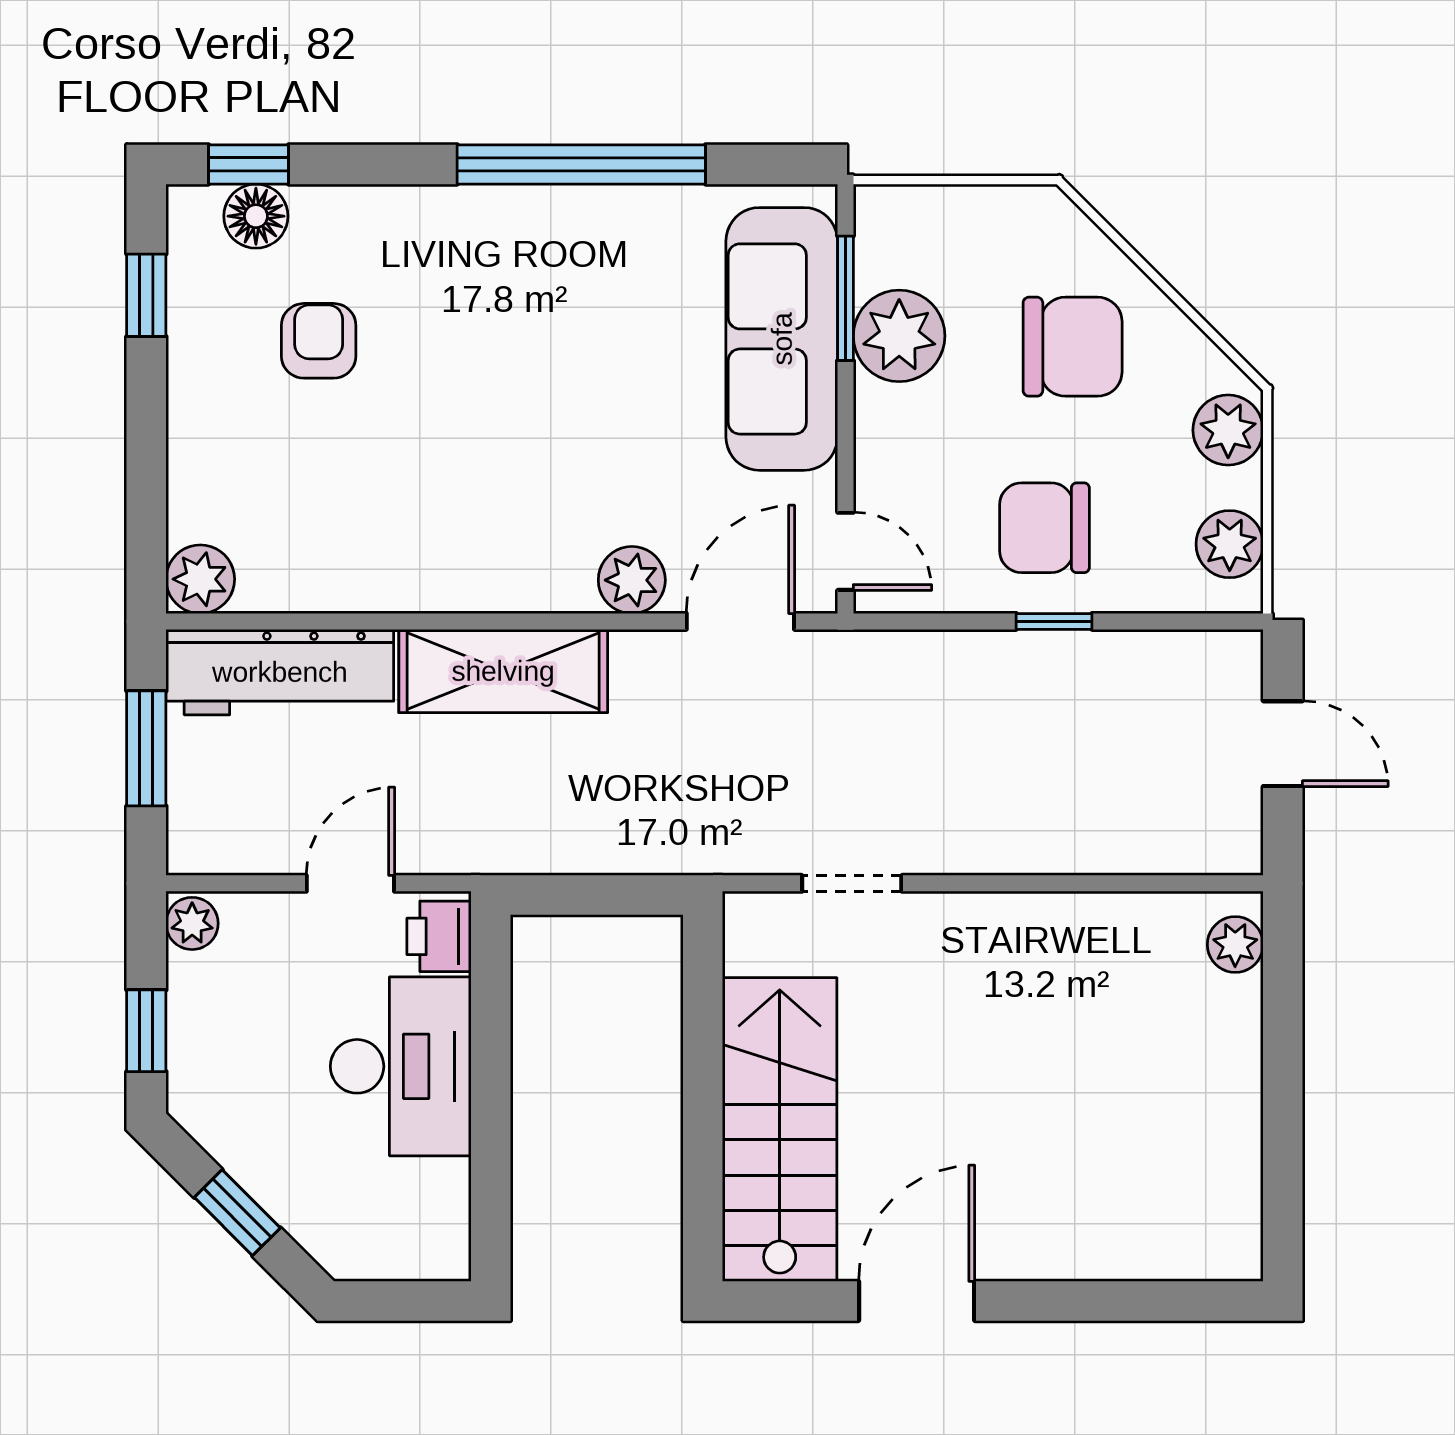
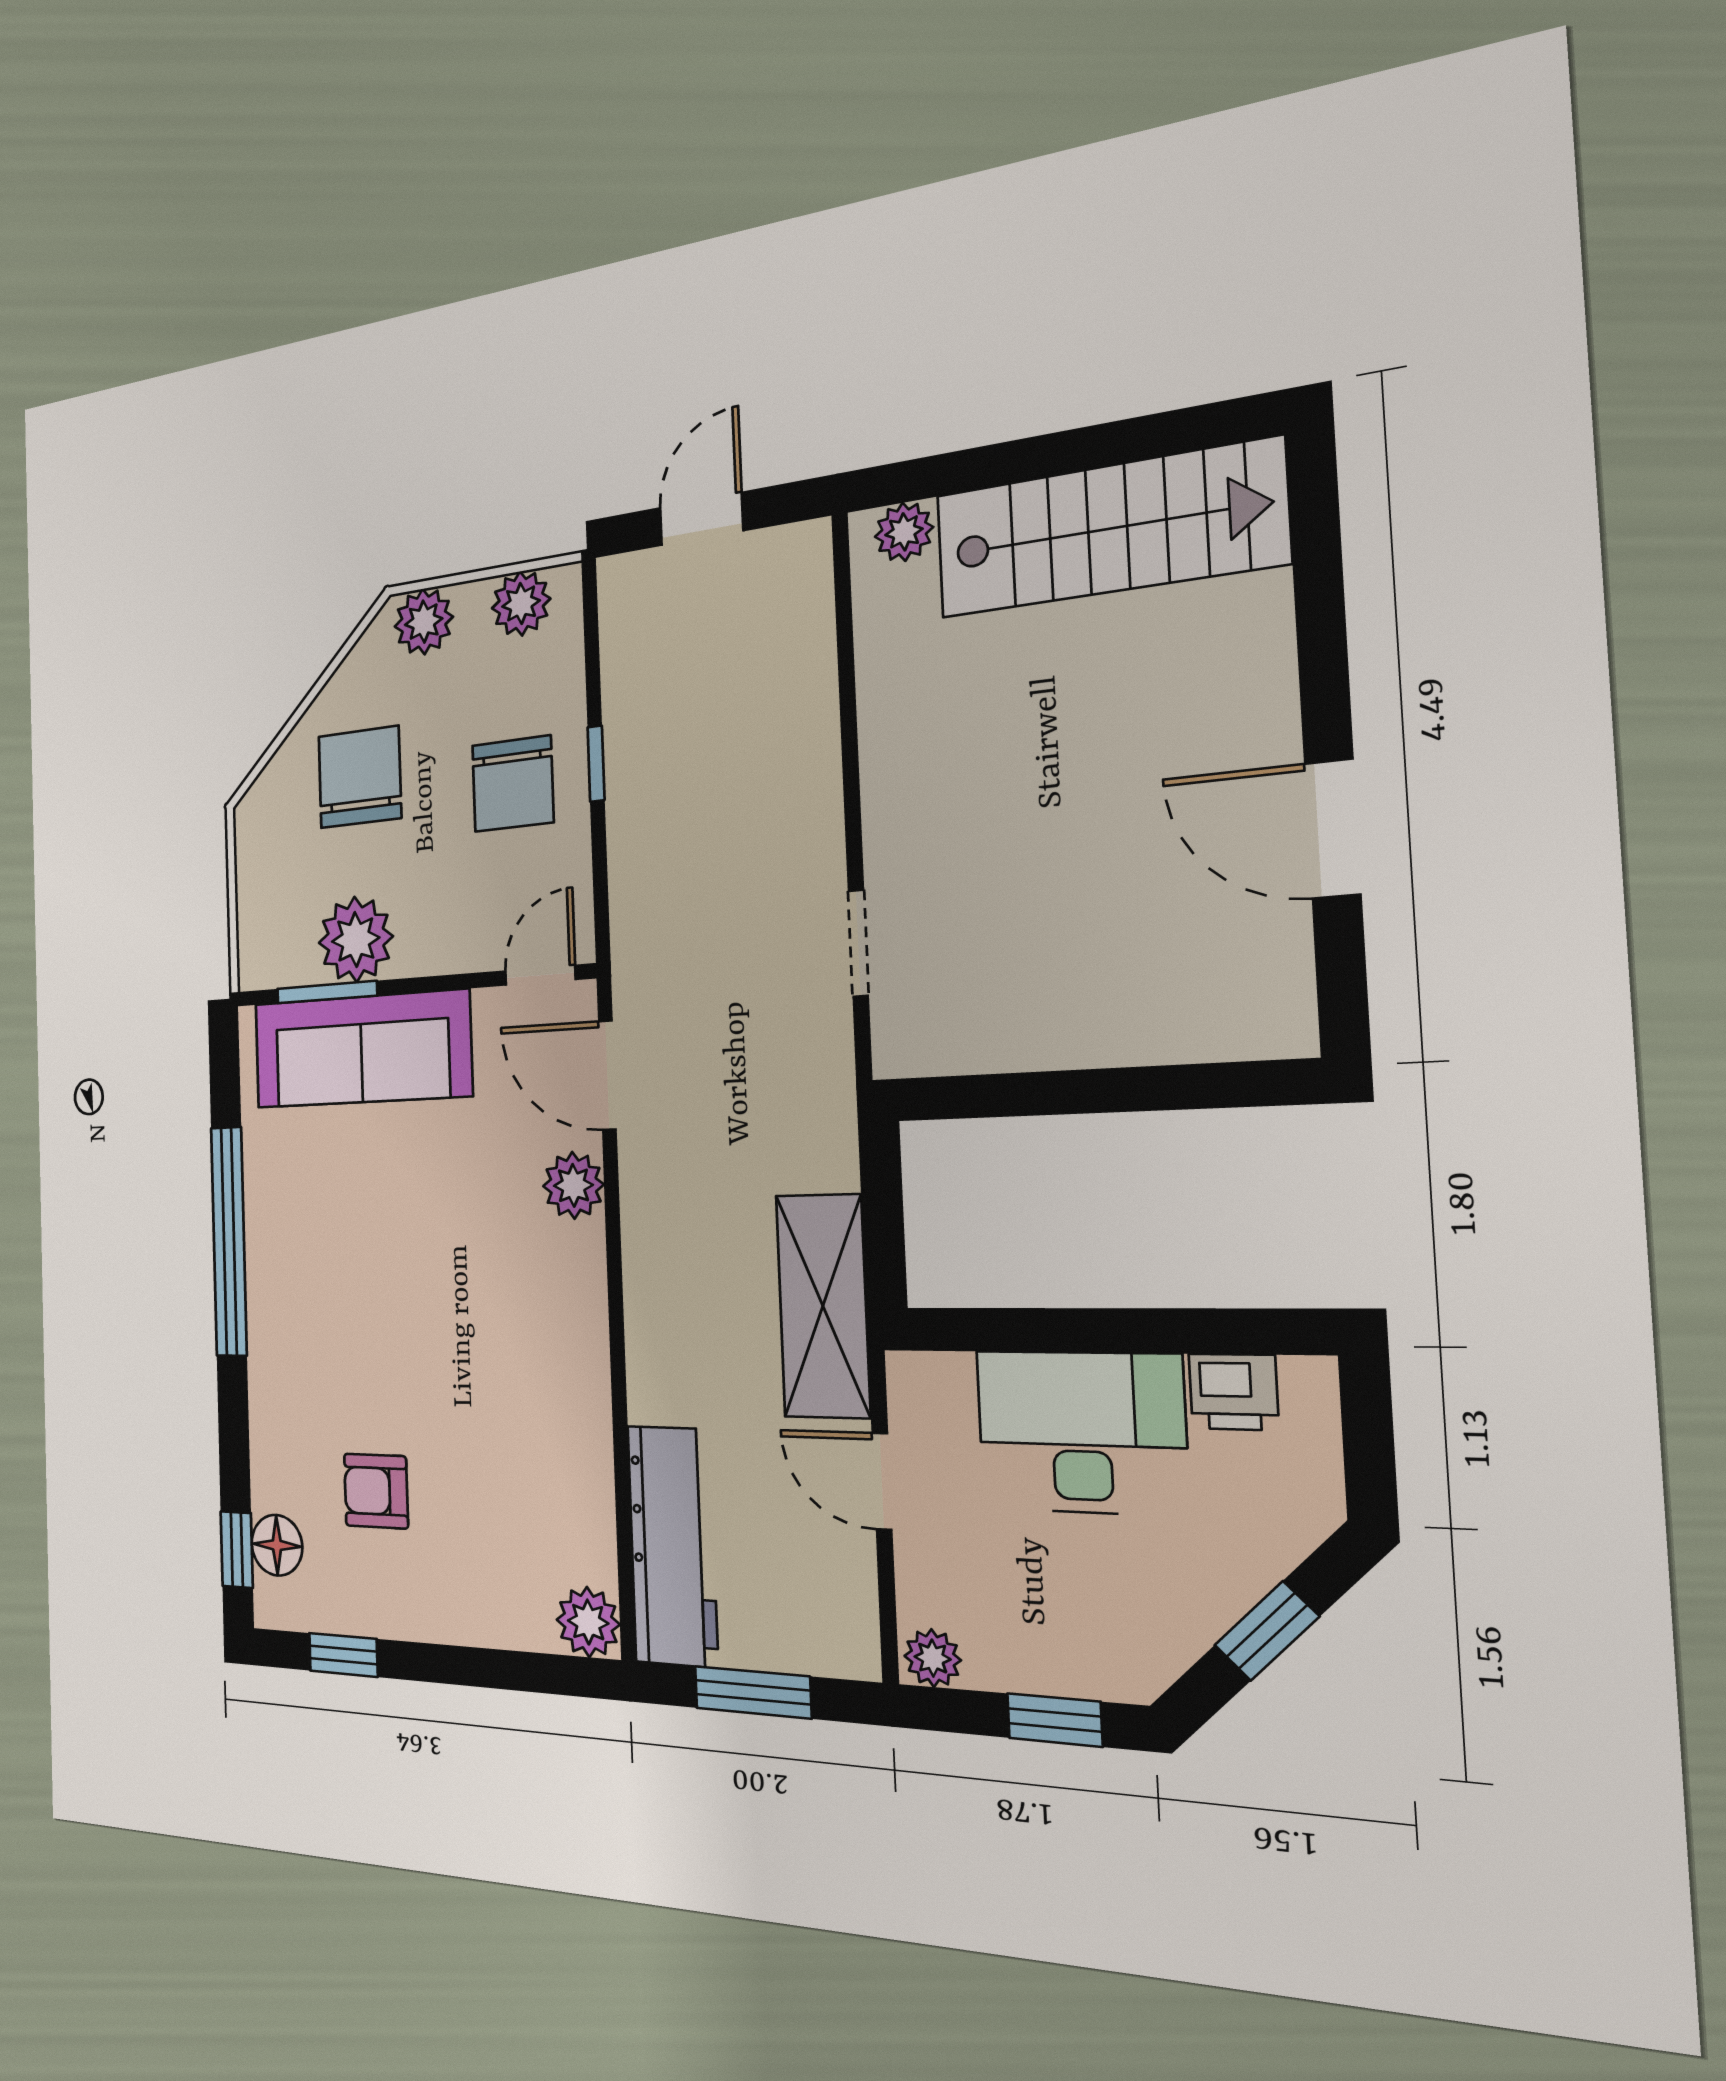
shelving: (503, 671) -> (823, 1306), moved
printer: (439, 936) -> (1233, 1392), moved
stairs: (780, 1130) -> (1108, 529), moved, turned 180

